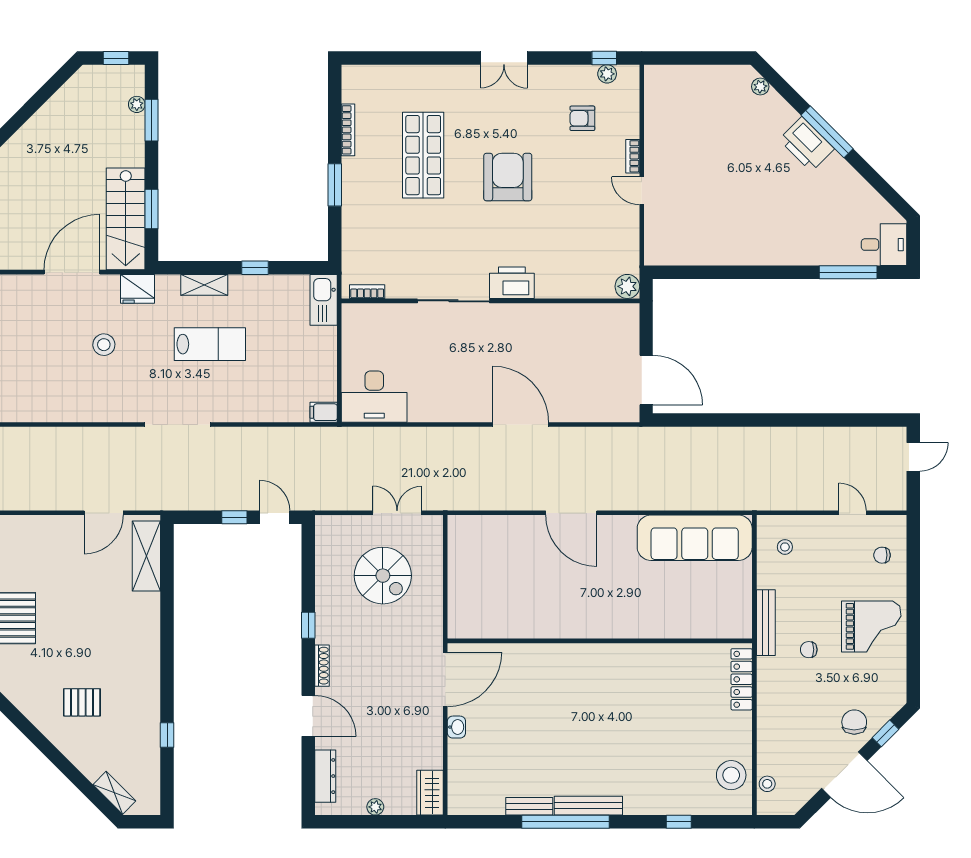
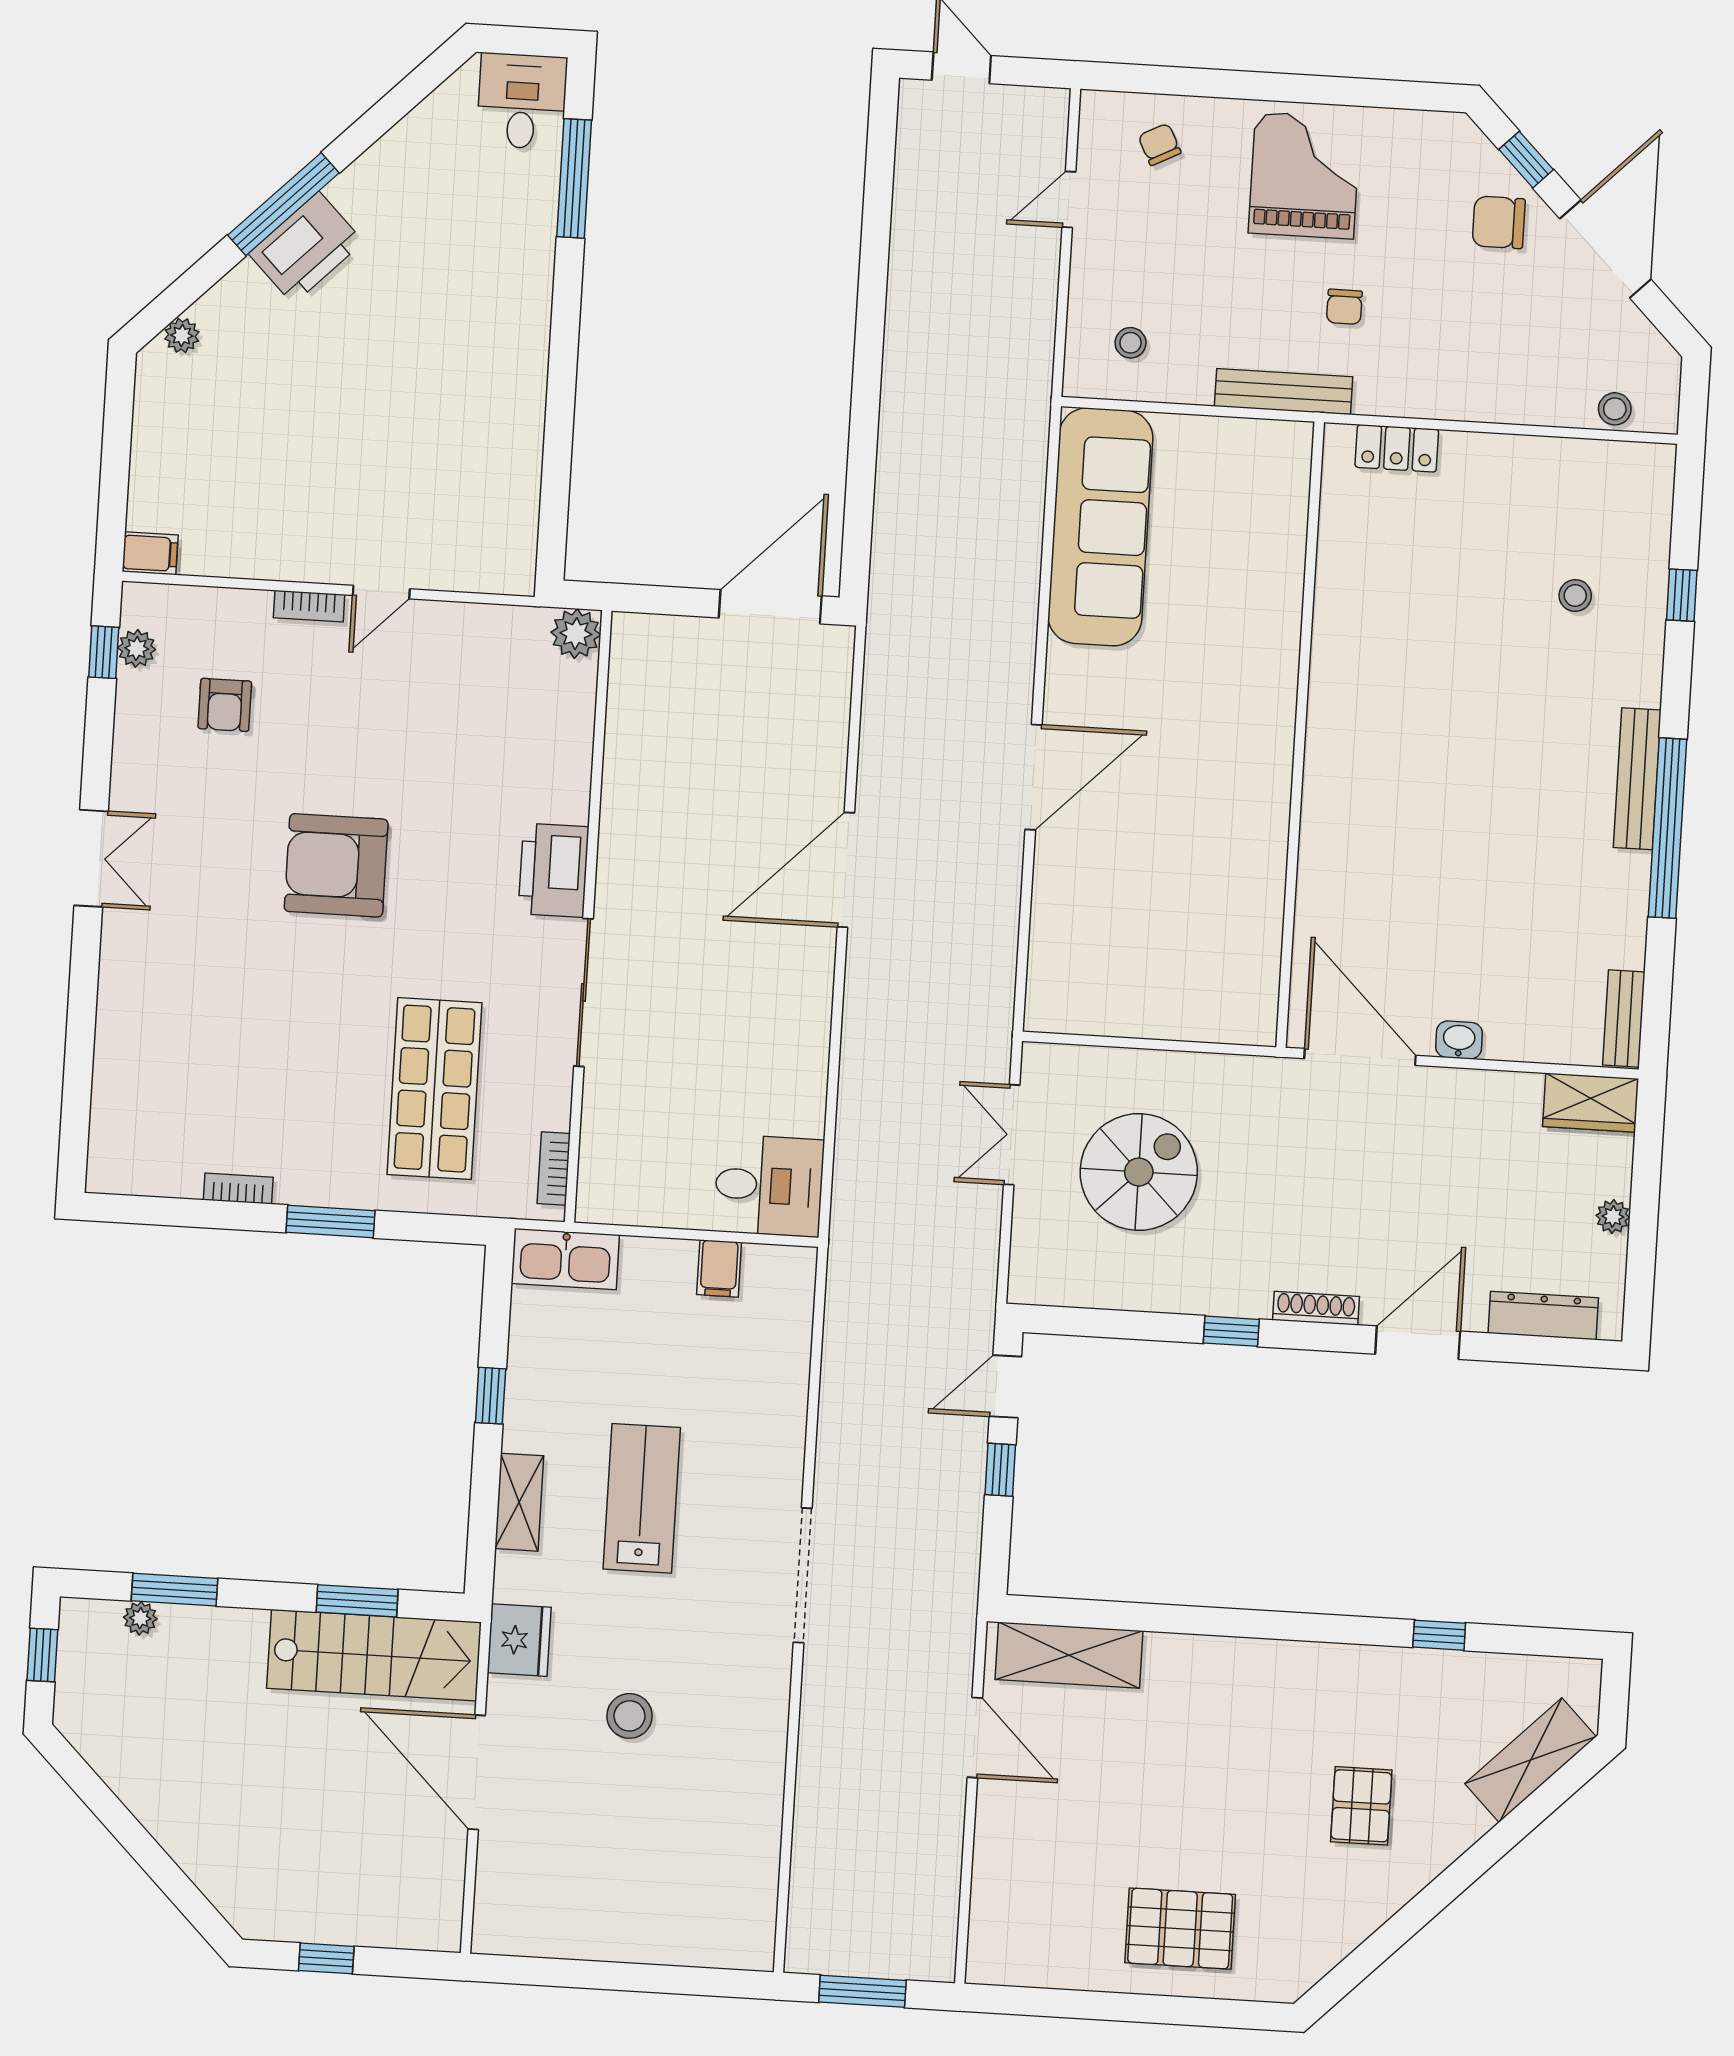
filing cabinet: (654, 78) -> (150, 553), added
bookcase: (348, 130) -> (238, 1189), width x0.64
shop shelf: (423, 155) -> (435, 1089), moved, turned 90
desk: (374, 397) -> (769, 1186), width x0.73
filing cabinet: (324, 412) -> (719, 1268), moved
chair: (882, 555) -> (1159, 144), turned 153
locker: (742, 679) -> (1397, 448), width x0.66
stool: (731, 775) -> (1575, 596), moved, width x0.53, depth x0.53
shelving: (114, 793) -> (1531, 1760), width x1.50, depth x1.33
bench: (529, 806) -> (1624, 1019), moved

